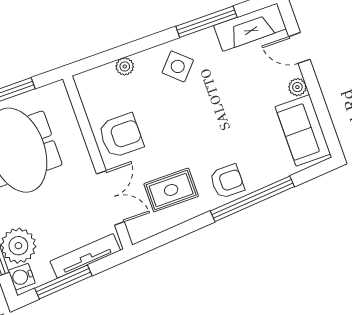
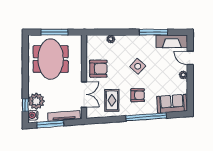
side table: (178, 66) -> (138, 66), moved
sofa: (303, 130) -> (172, 104), moved, turned 86
armchair: (227, 181) -> (138, 95), moved
rug: (171, 190) -> (112, 100), turned 90

